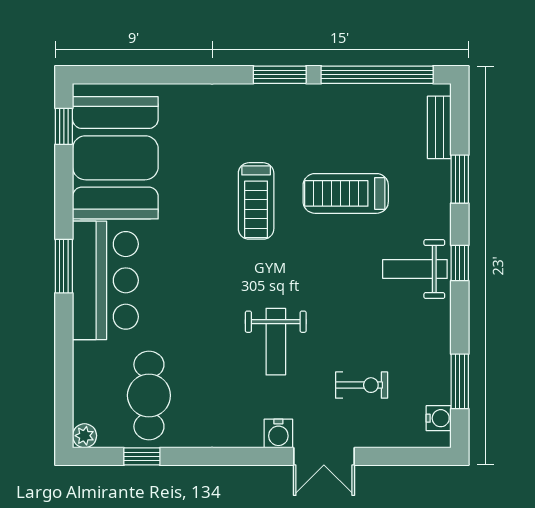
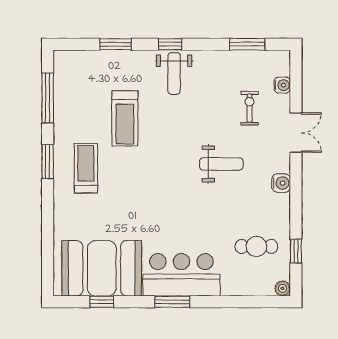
window: (377, 75) -> (48, 98), width x0.68
window: (64, 126) -> (102, 302), moved
bench: (439, 127) -> (82, 58), removed
treadmill: (256, 201) -> (86, 168), moved, turned -90
cafe table: (149, 395) -> (256, 246), width x0.73, depth x0.74
water cooler: (439, 418) -> (282, 85), moved, turned 90
water cooler: (278, 434) -> (281, 183), moved

